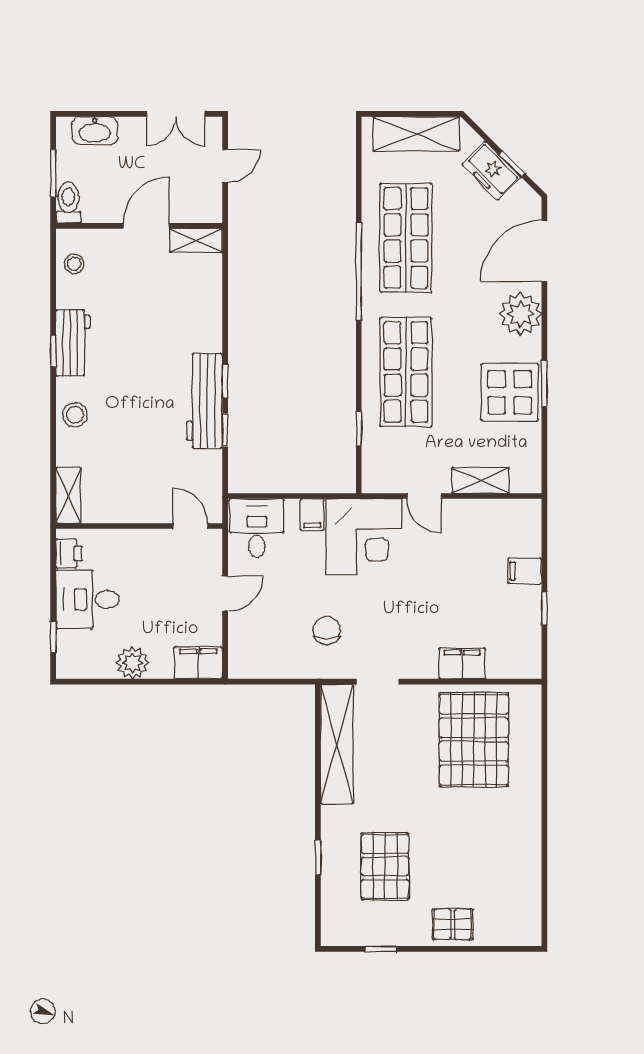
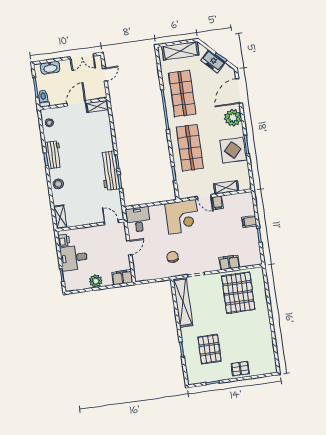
filing cabinet: (312, 514) -> (218, 203), moved

